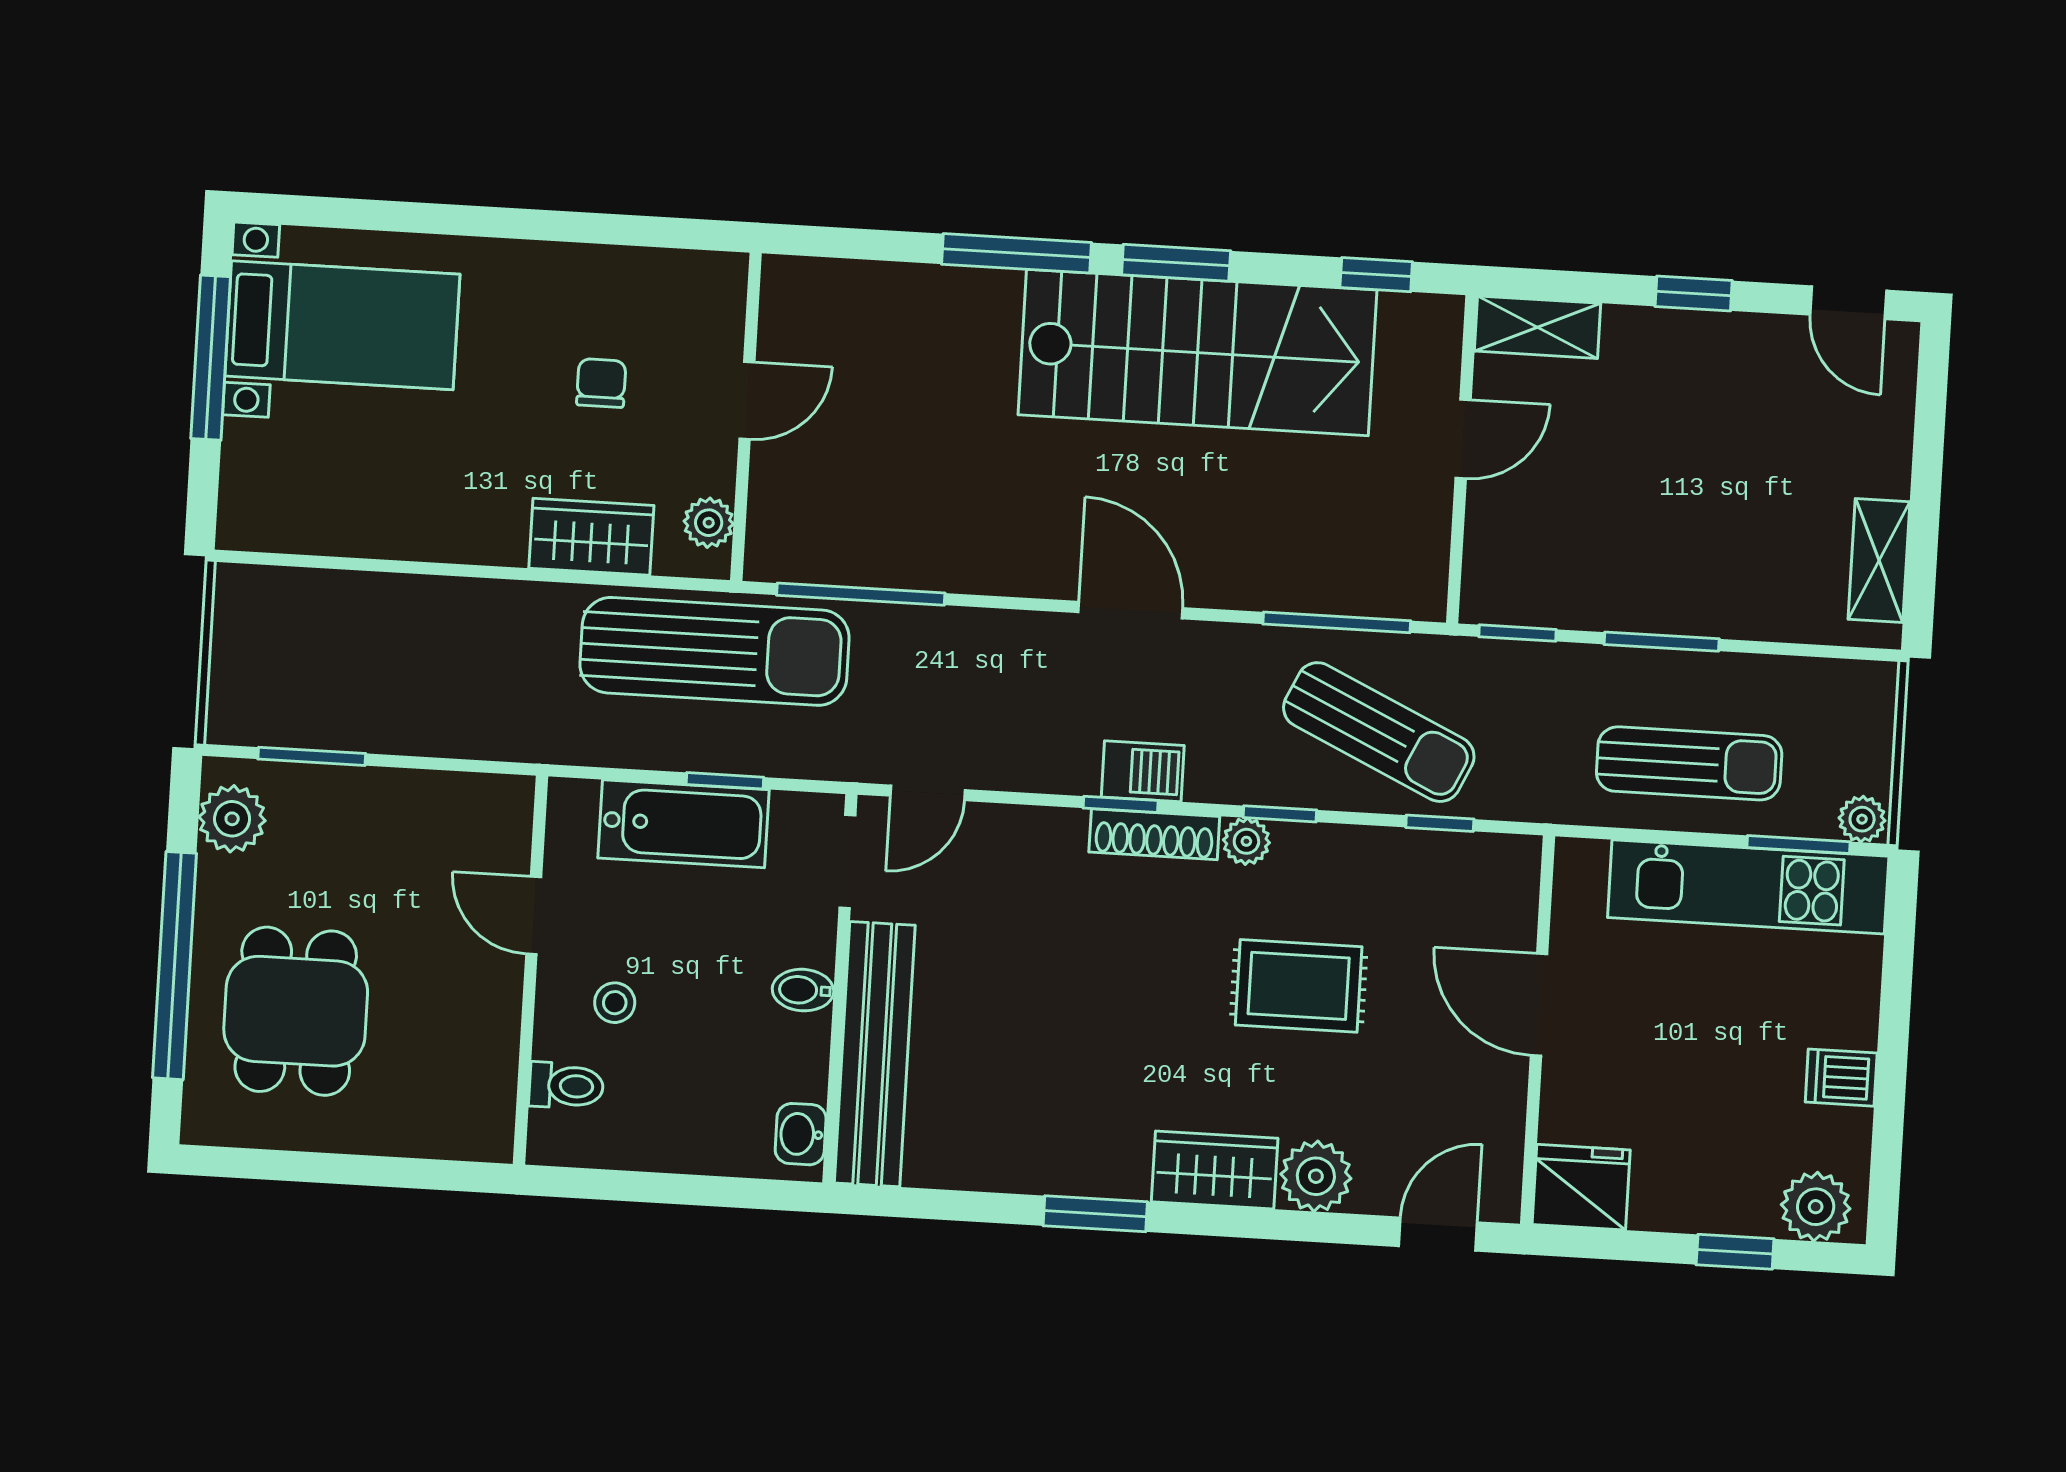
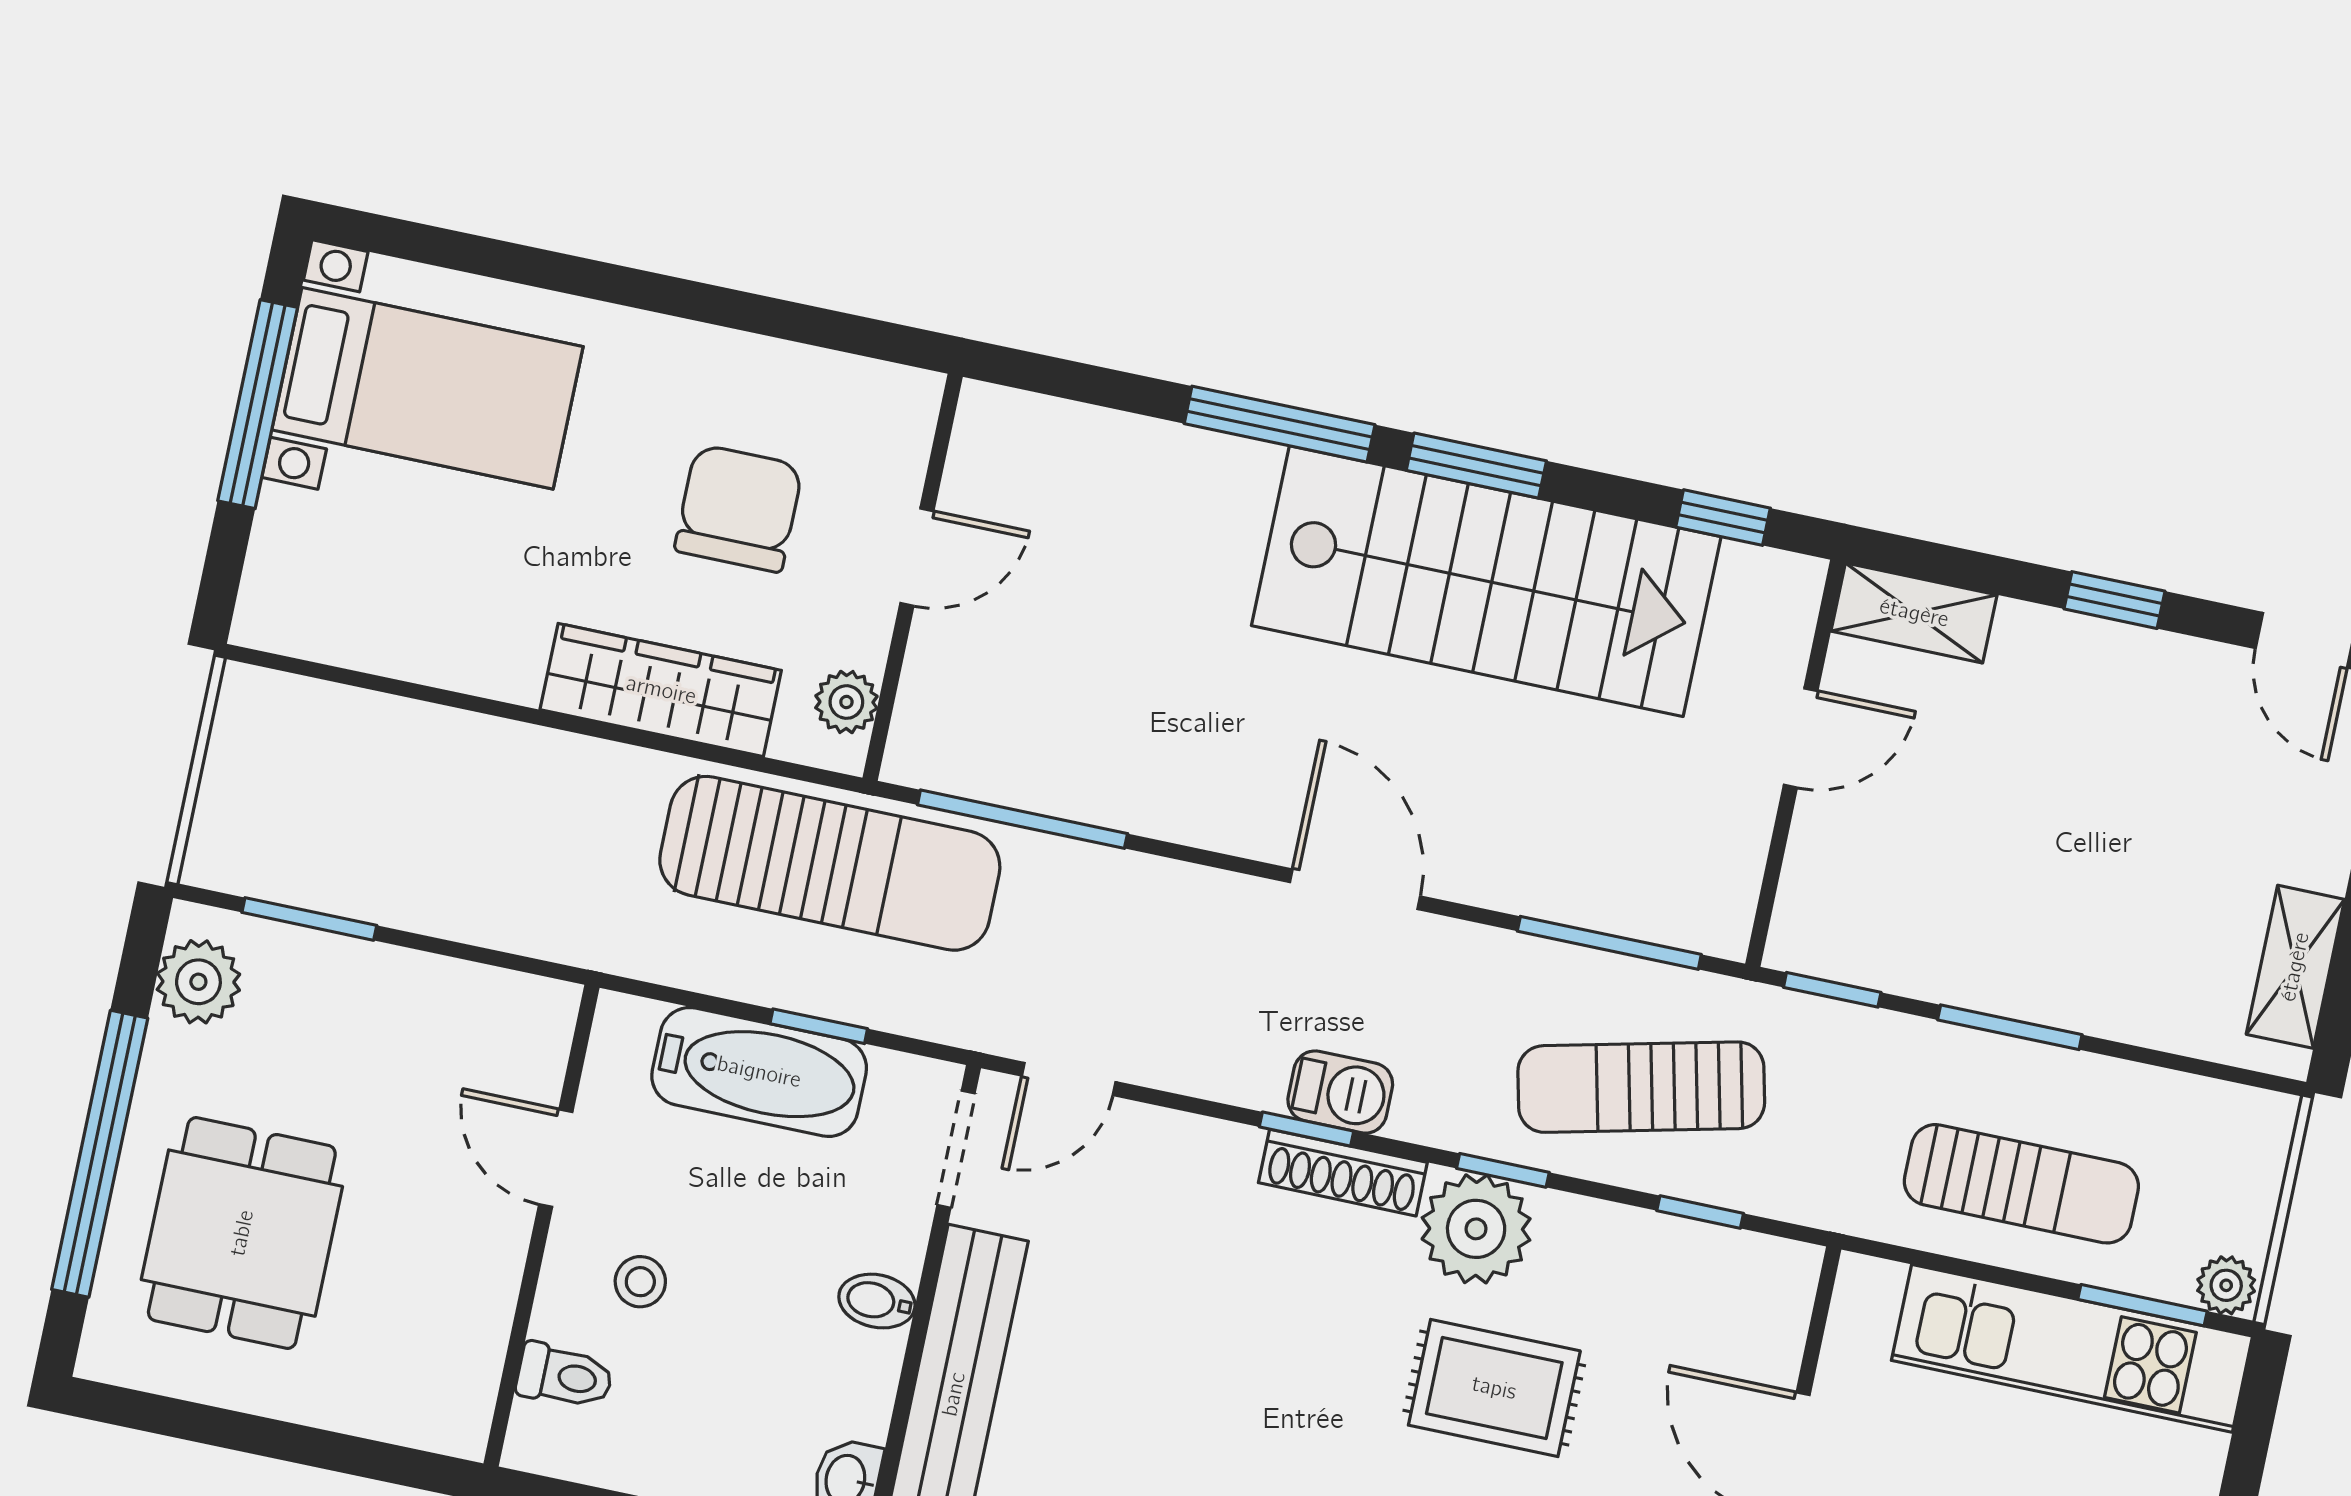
chair: (601, 383) -> (739, 508), width x1.87, depth x1.87
wardrobe: (591, 537) -> (661, 690), width x1.50
sun lounger: (1379, 732) -> (1641, 1087), turned 142
plant: (1246, 841) -> (1476, 1229), width x1.88, depth x1.88

